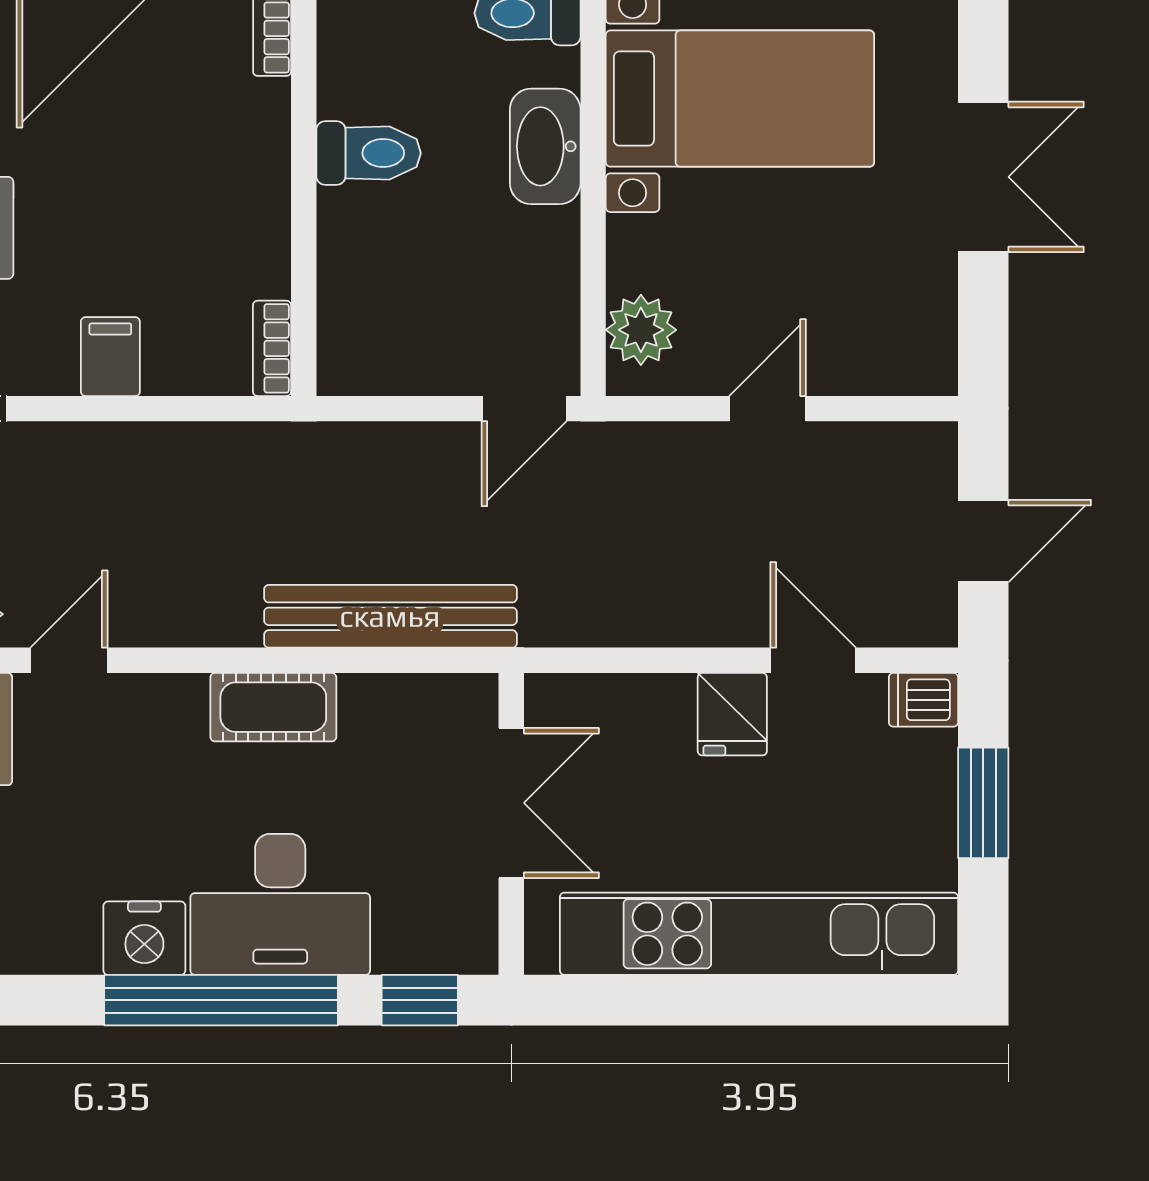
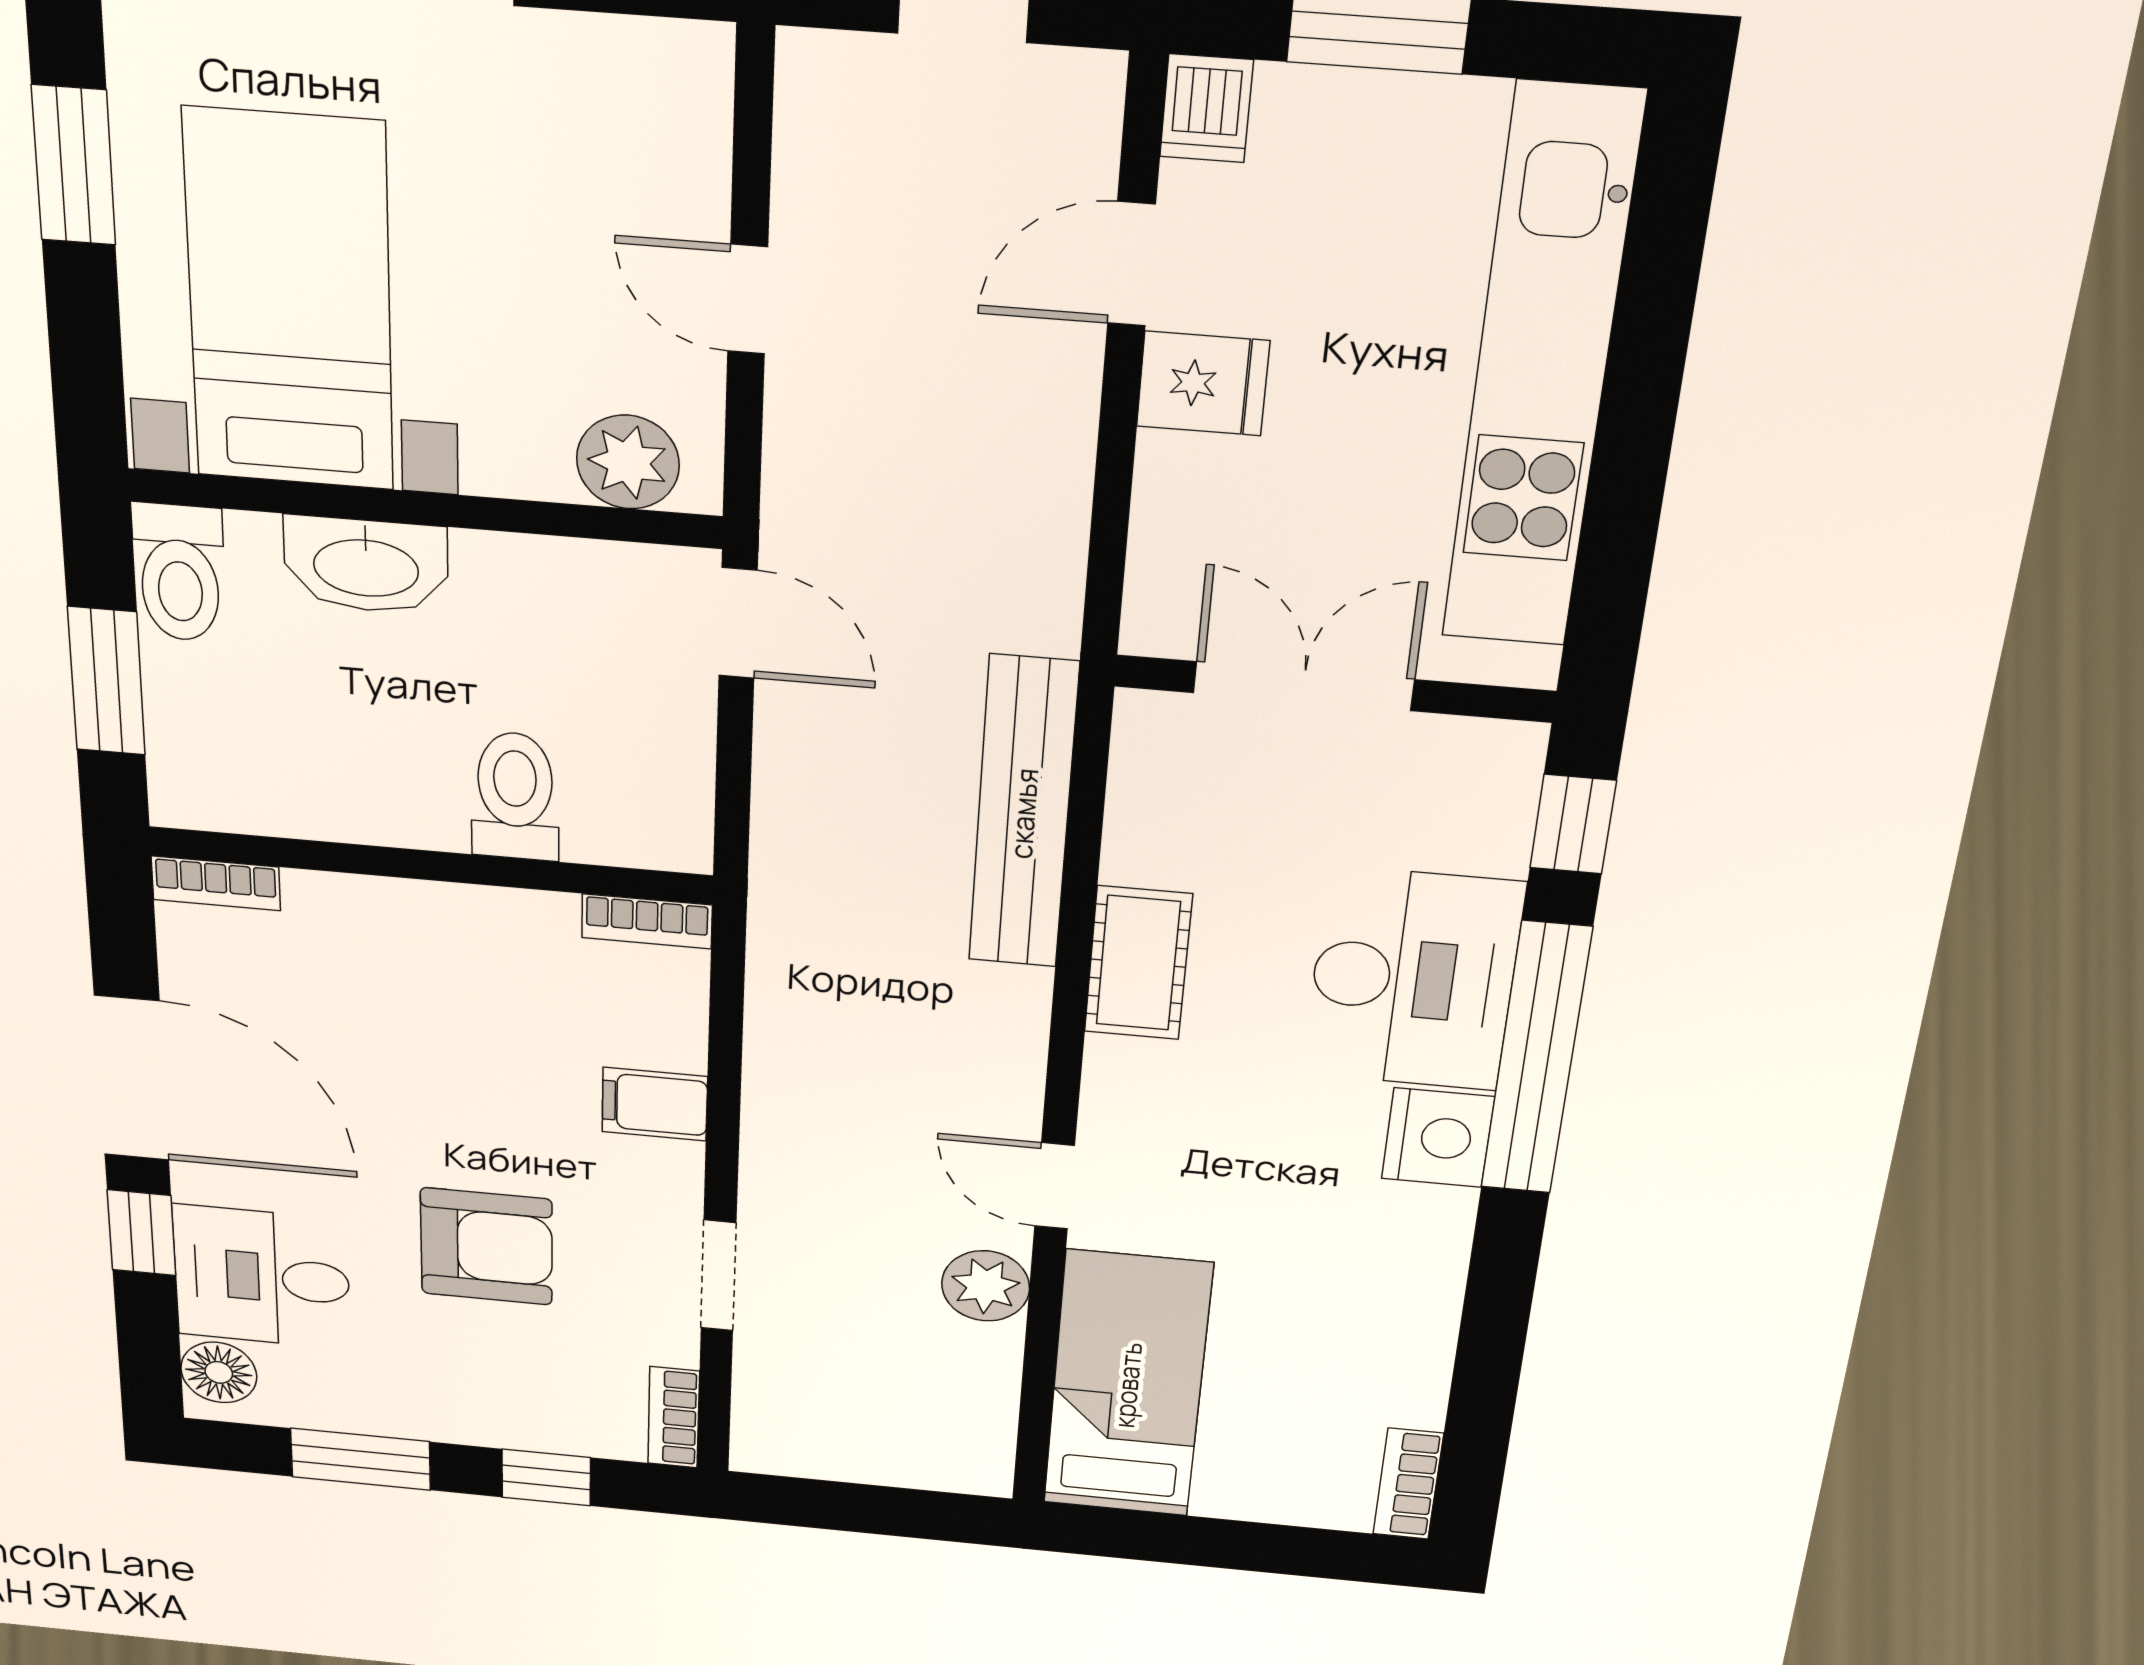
toilet: (369, 153) -> (515, 796), moved

